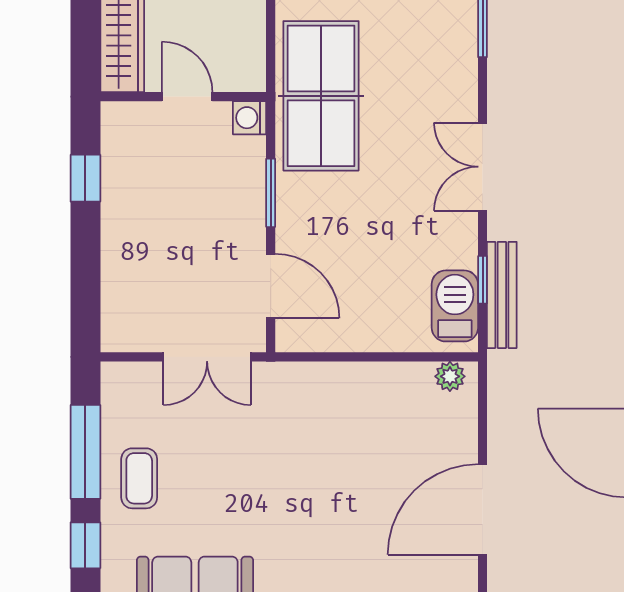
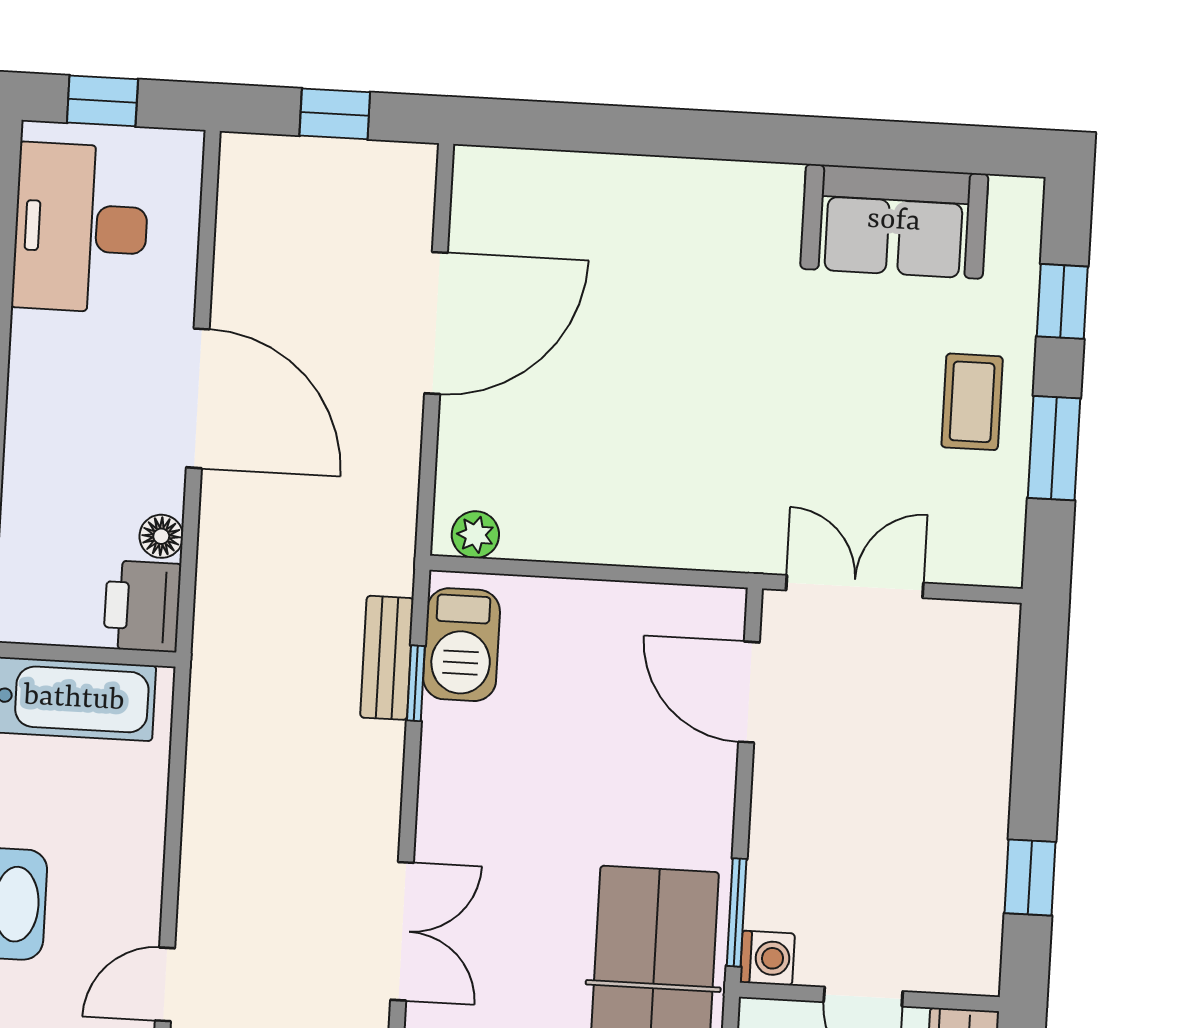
double door: (483, 167) -> (402, 931), moved
window: (271, 193) -> (737, 912), moved
bench: (502, 295) -> (387, 658), width x0.73
window: (85, 452) -> (1054, 448), width x0.69

